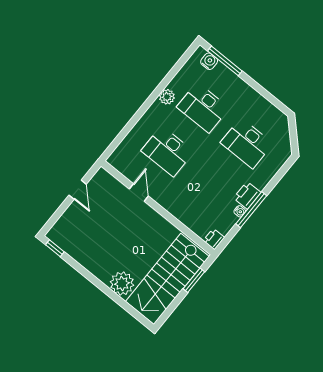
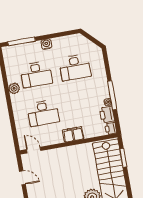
water cooler: (209, 61) -> (46, 44), moved
door: (139, 193) -> (34, 150), moved
printer: (247, 195) -> (107, 114), moved
filing cabinet: (172, 204) -> (73, 134), added

